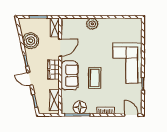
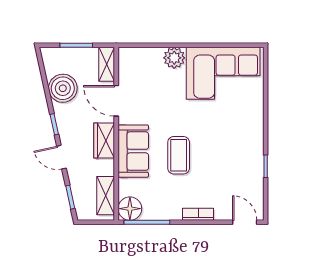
door: (60, 48) -> (116, 101), swing flipped
corner sofa: (127, 63) -> (223, 73), moved, turned -90
floor lamp: (80, 107) -> (130, 209), moved

